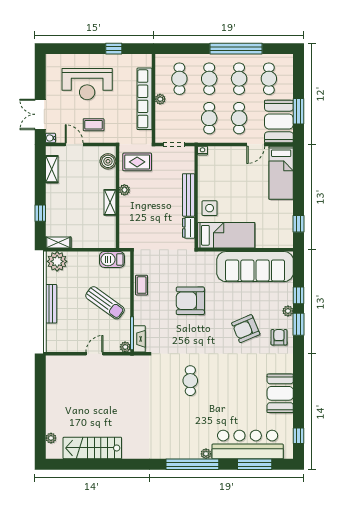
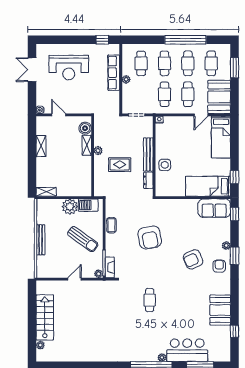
window: (114, 49) -> (102, 40), moved
row of seats: (145, 99) -> (114, 73), width x0.73
window: (299, 111) -> (235, 68), moved
double door: (40, 114) -> (32, 70), moved
coffee table: (94, 125) -> (74, 99), removed
rug: (137, 162) -> (120, 165), moved
shelving: (52, 169) -> (41, 146), moved
shelving: (110, 202) -> (87, 145), moved
window: (40, 213) -> (32, 169), removed
bed: (226, 235) -> (208, 186), moved, turned 180
plant: (57, 261) -> (70, 207), moved
sofa: (255, 267) -> (214, 208), width x0.54, depth x0.79
window: (299, 295) -> (235, 214), moved
armchair: (190, 301) -> (150, 237), turned -101
window: (299, 436) -> (235, 331), moved
bar counter: (248, 444) -> (187, 350), width x0.73
stairs: (92, 448) -> (45, 317), moved, turned 90

